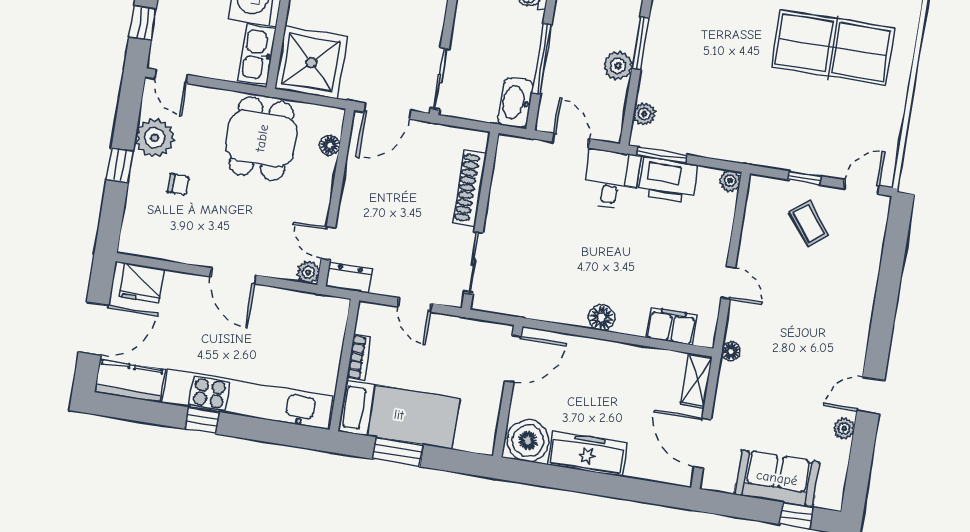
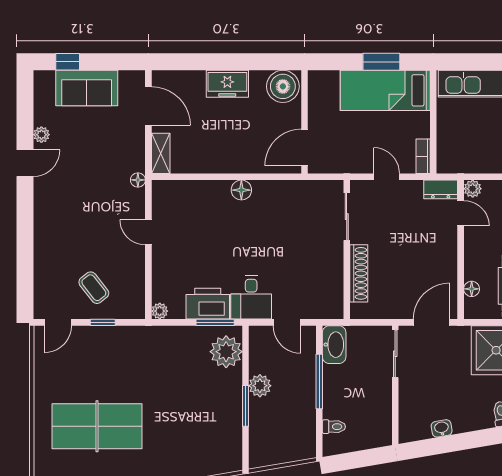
plant: (644, 114) -> (226, 352), width x1.87, depth x1.87
filing cabinet: (672, 326) -> (187, 192), removed
bookcase: (359, 357) -> (423, 156), moved
freezer: (587, 453) -> (227, 84), width x0.71

